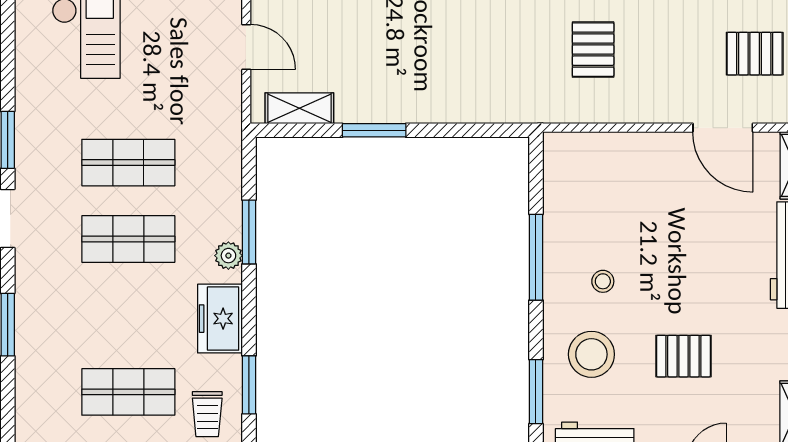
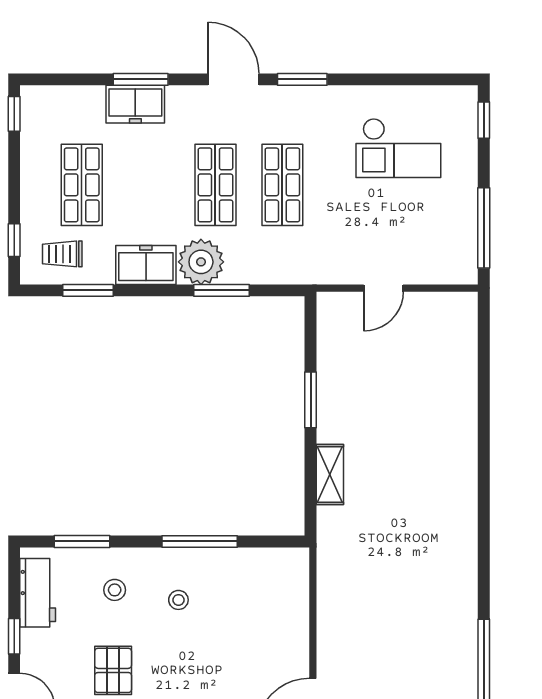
pallet: (593, 50) -> (381, 591), removed
shelving: (299, 108) -> (330, 474), moved
plant: (228, 256) -> (201, 262), width x1.88, depth x1.88
freezer: (36, 331) -> (135, 104), added
stool: (591, 354) -> (115, 590), width x0.53, depth x0.53

